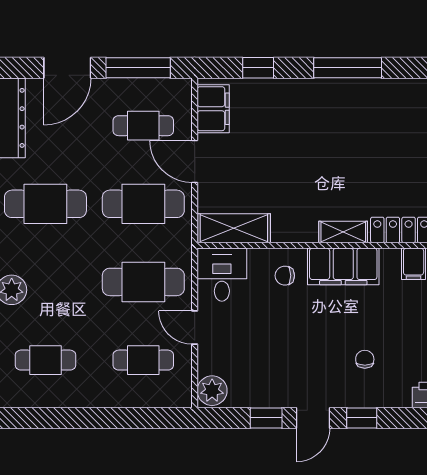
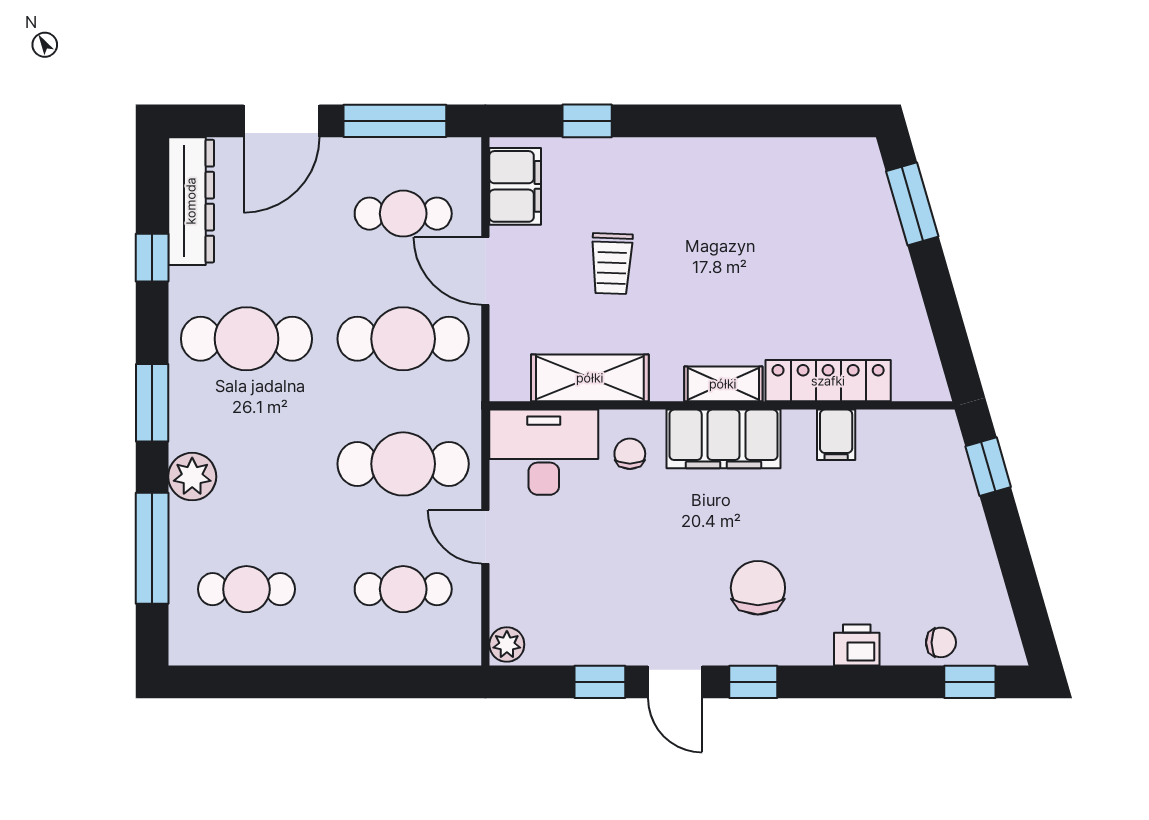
window: (348, 68) -> (731, 121), removed
trolley: (274, 157) -> (612, 264), added
shelving: (234, 228) -> (590, 378), moved
desk: (222, 275) -> (544, 452), width x1.37
chair: (285, 276) -> (630, 454), turned 90
chair: (365, 359) -> (758, 588), width x1.87, depth x1.87
plant: (212, 391) -> (507, 644), width x0.73, depth x0.73
door: (313, 418) -> (675, 682), hinge flipped

